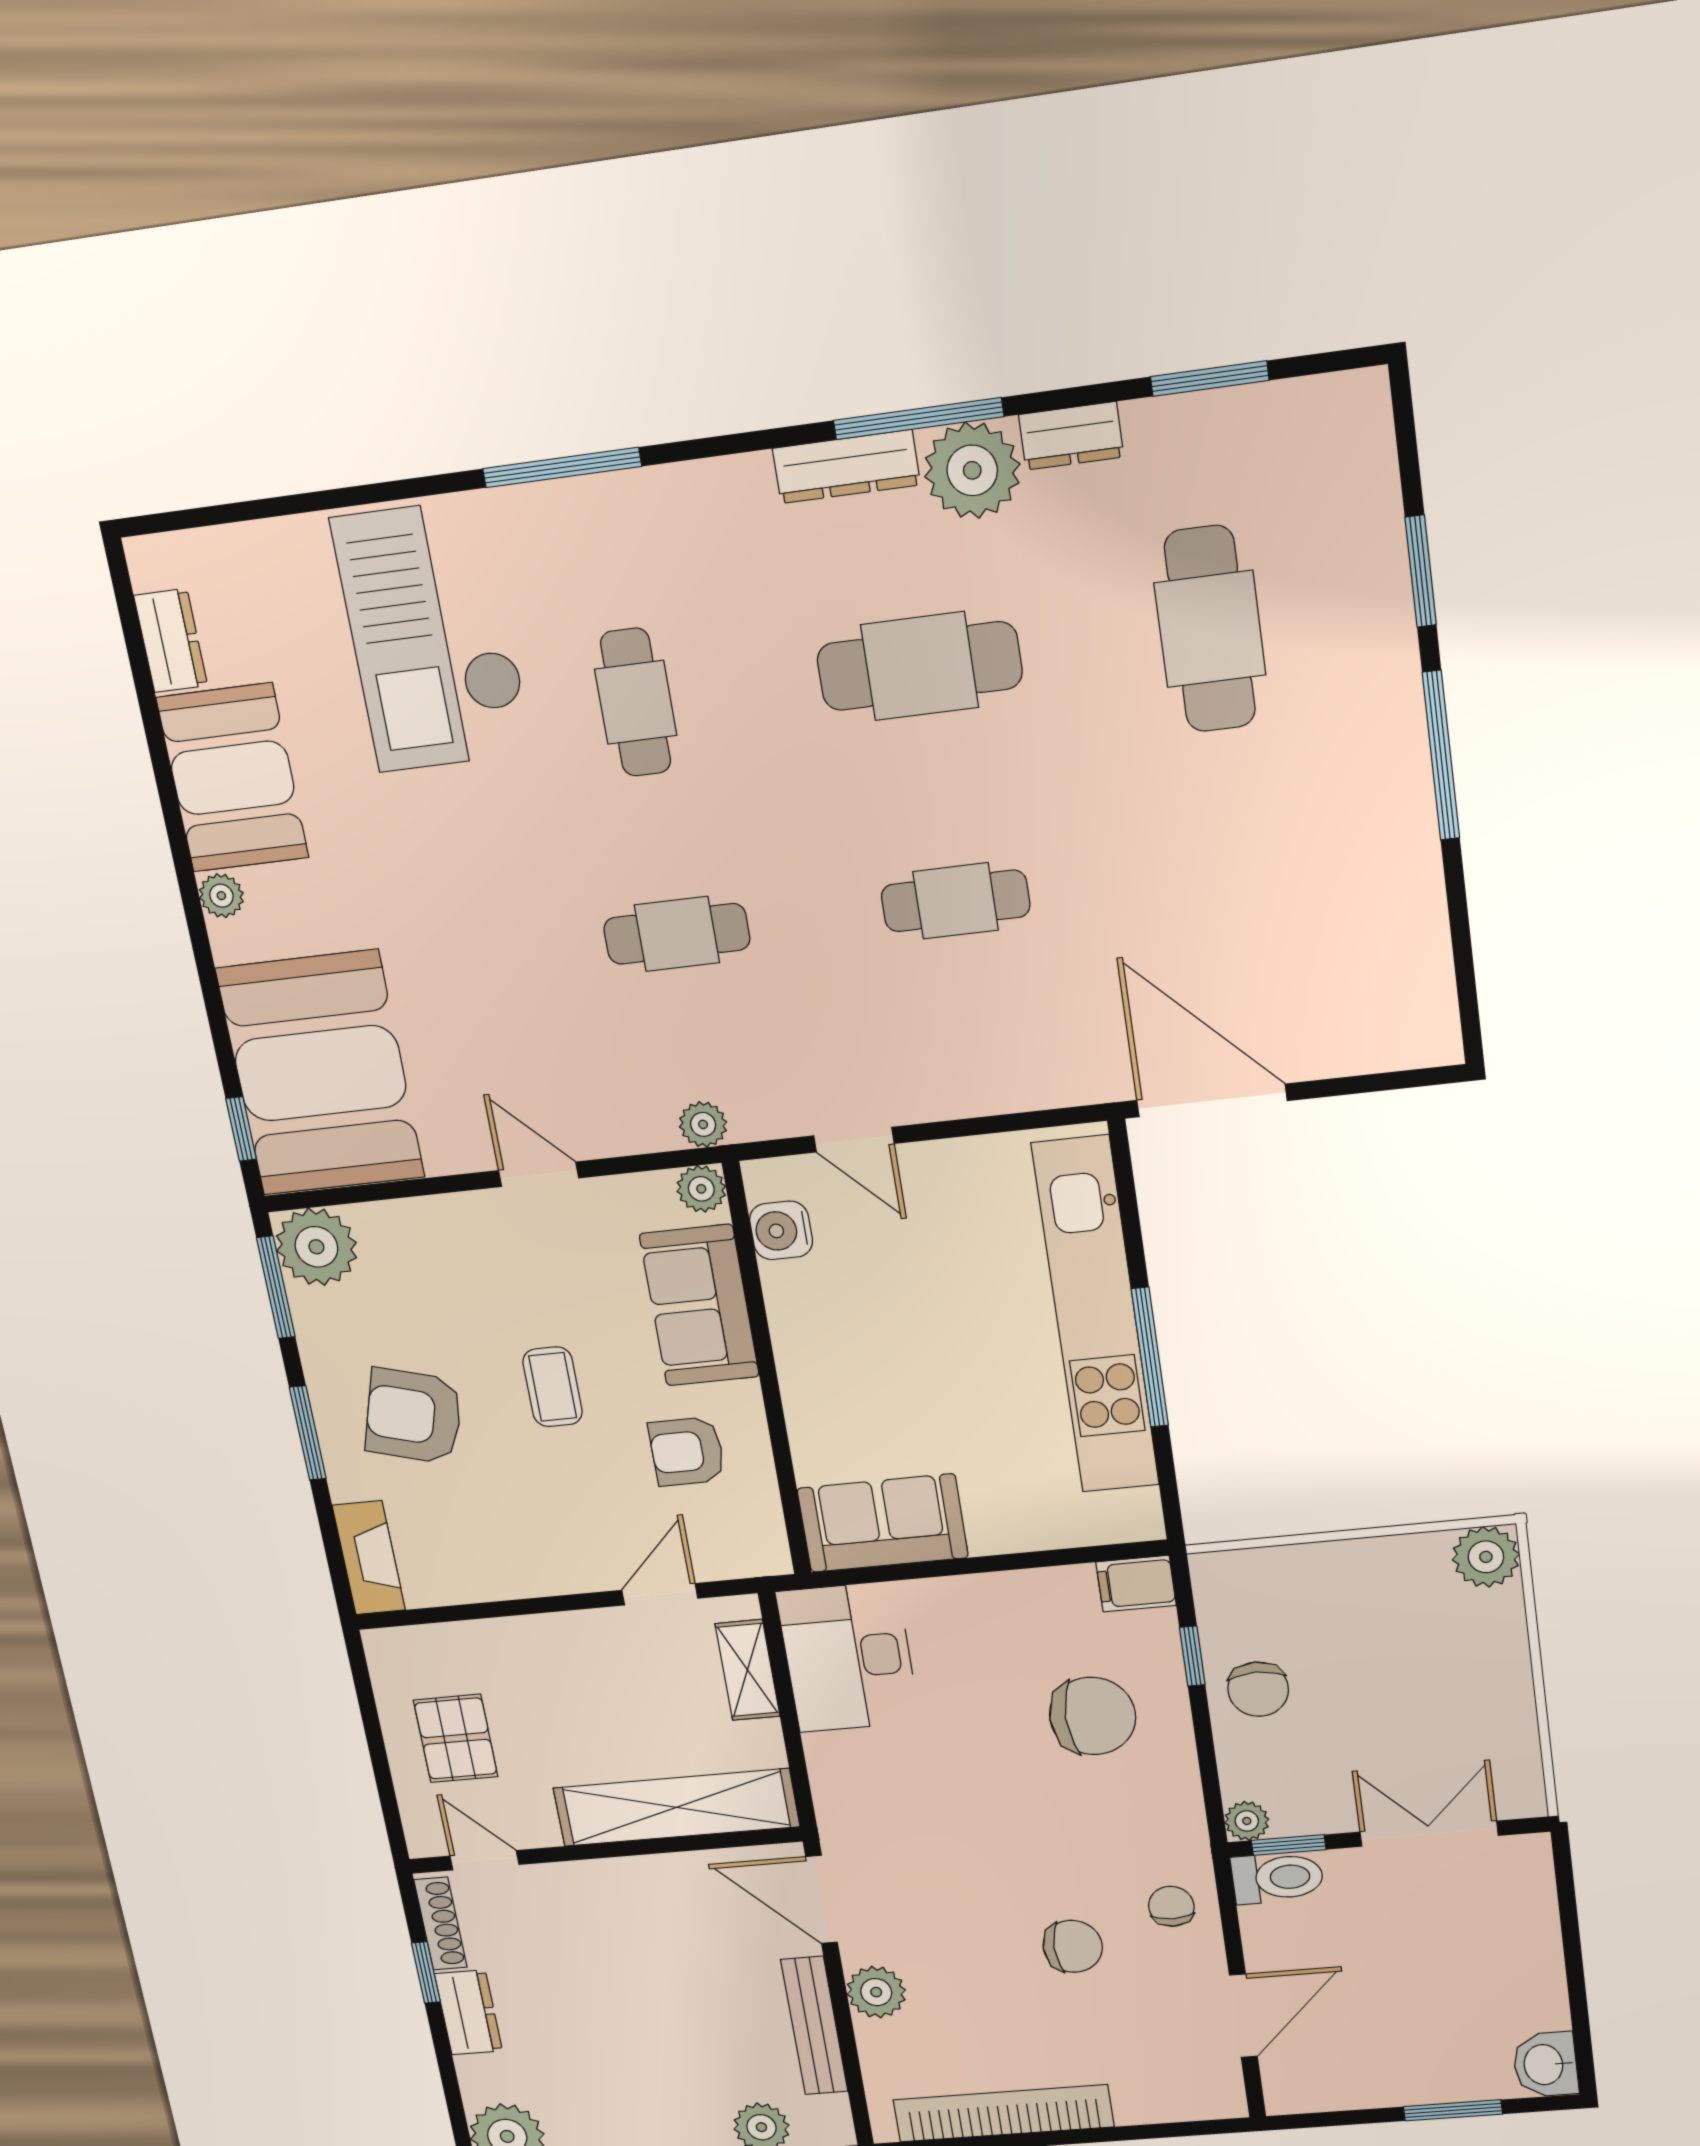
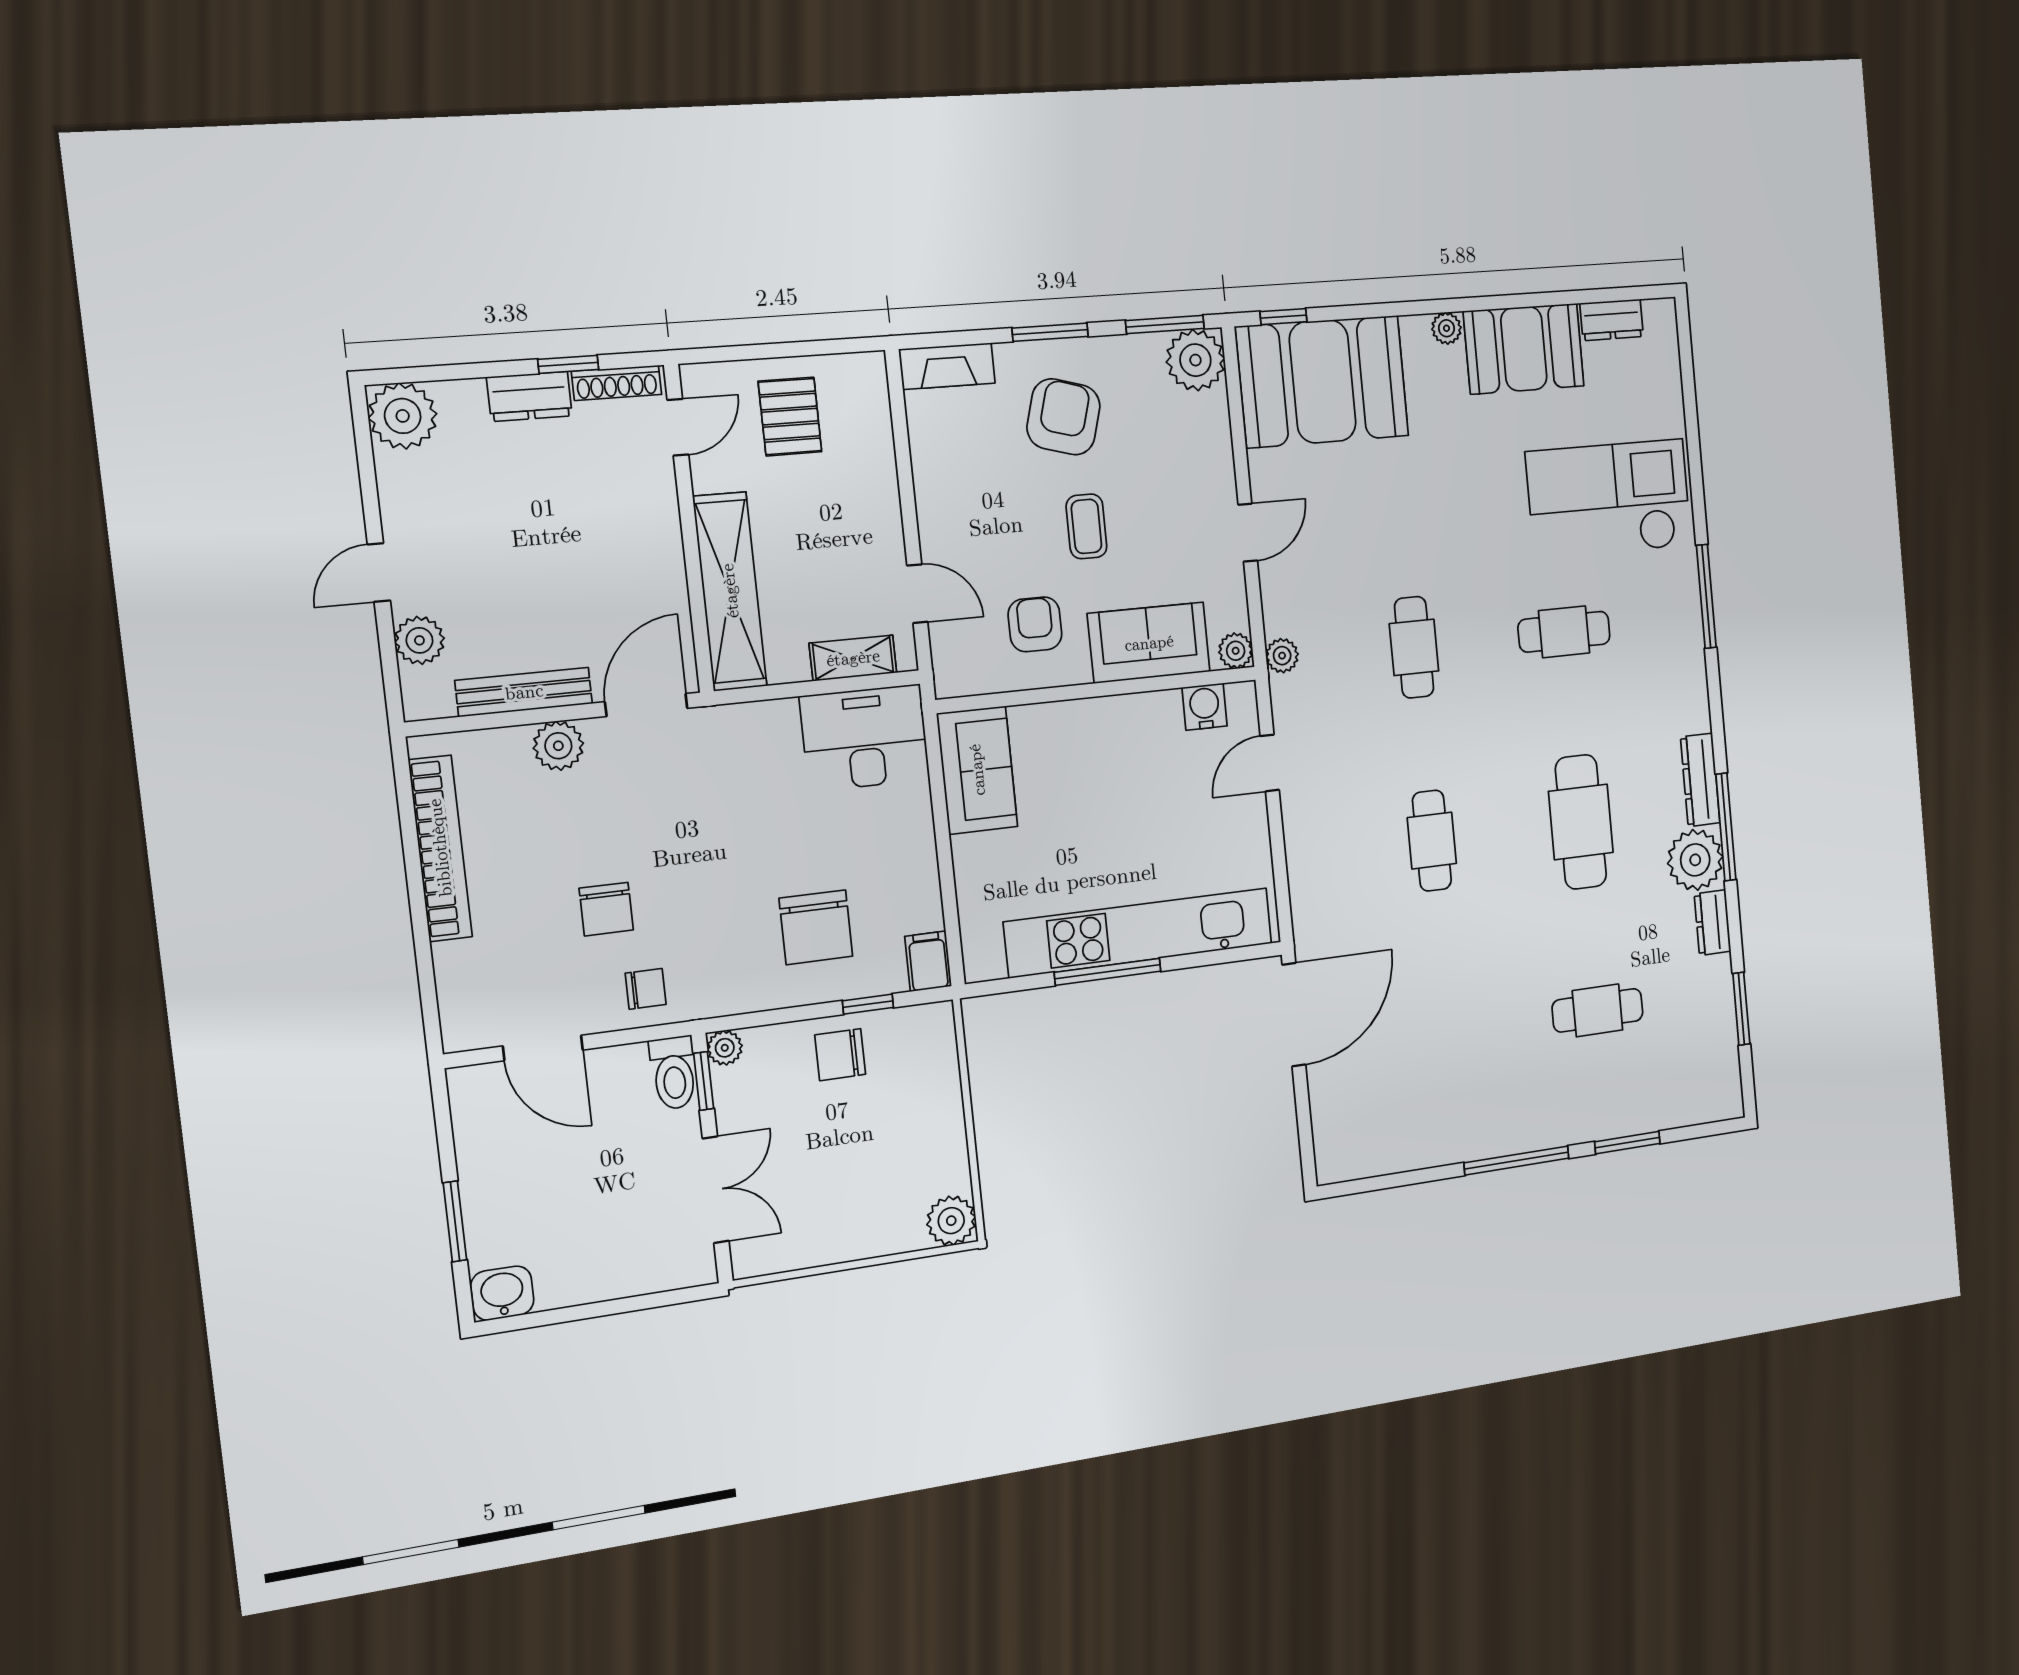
cafe table: (1210, 629) -> (1598, 1010), width x0.73, depth x0.74
coffee table: (553, 1387) -> (1086, 526), turned 90
pallet: (456, 1738) -> (790, 417), turned 90

